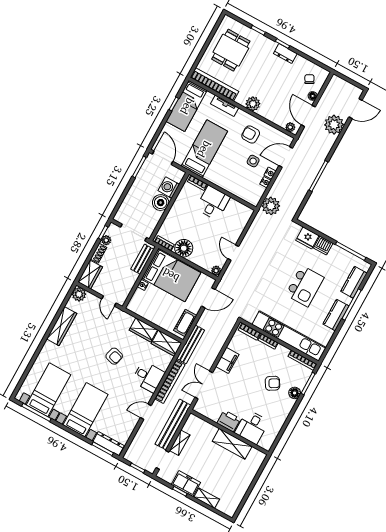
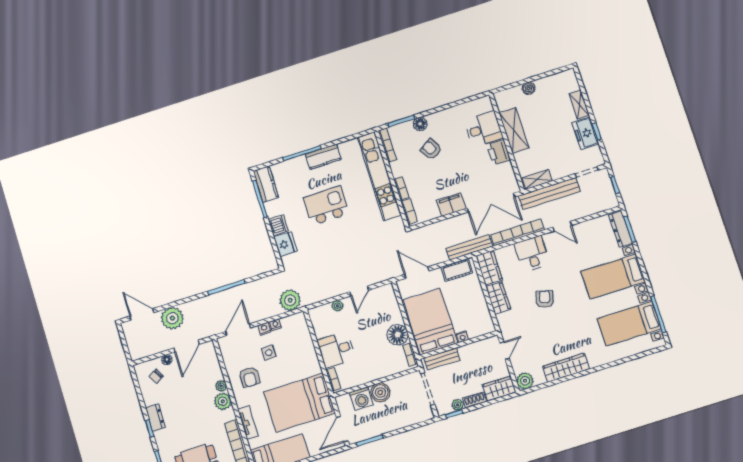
plant: (290, 127) -> (221, 386), moved
bed: (204, 149) -> (300, 403), width x1.50
door: (286, 157) -> (238, 330), swing flipped
plant: (216, 271) -> (337, 306), moved
kitchen counter: (354, 282) -> (266, 184), moved, turned -90
double door: (204, 385) -> (491, 203), width x1.37
shelving: (180, 443) -> (537, 179), moved
boiler: (248, 479) -> (529, 88), added

